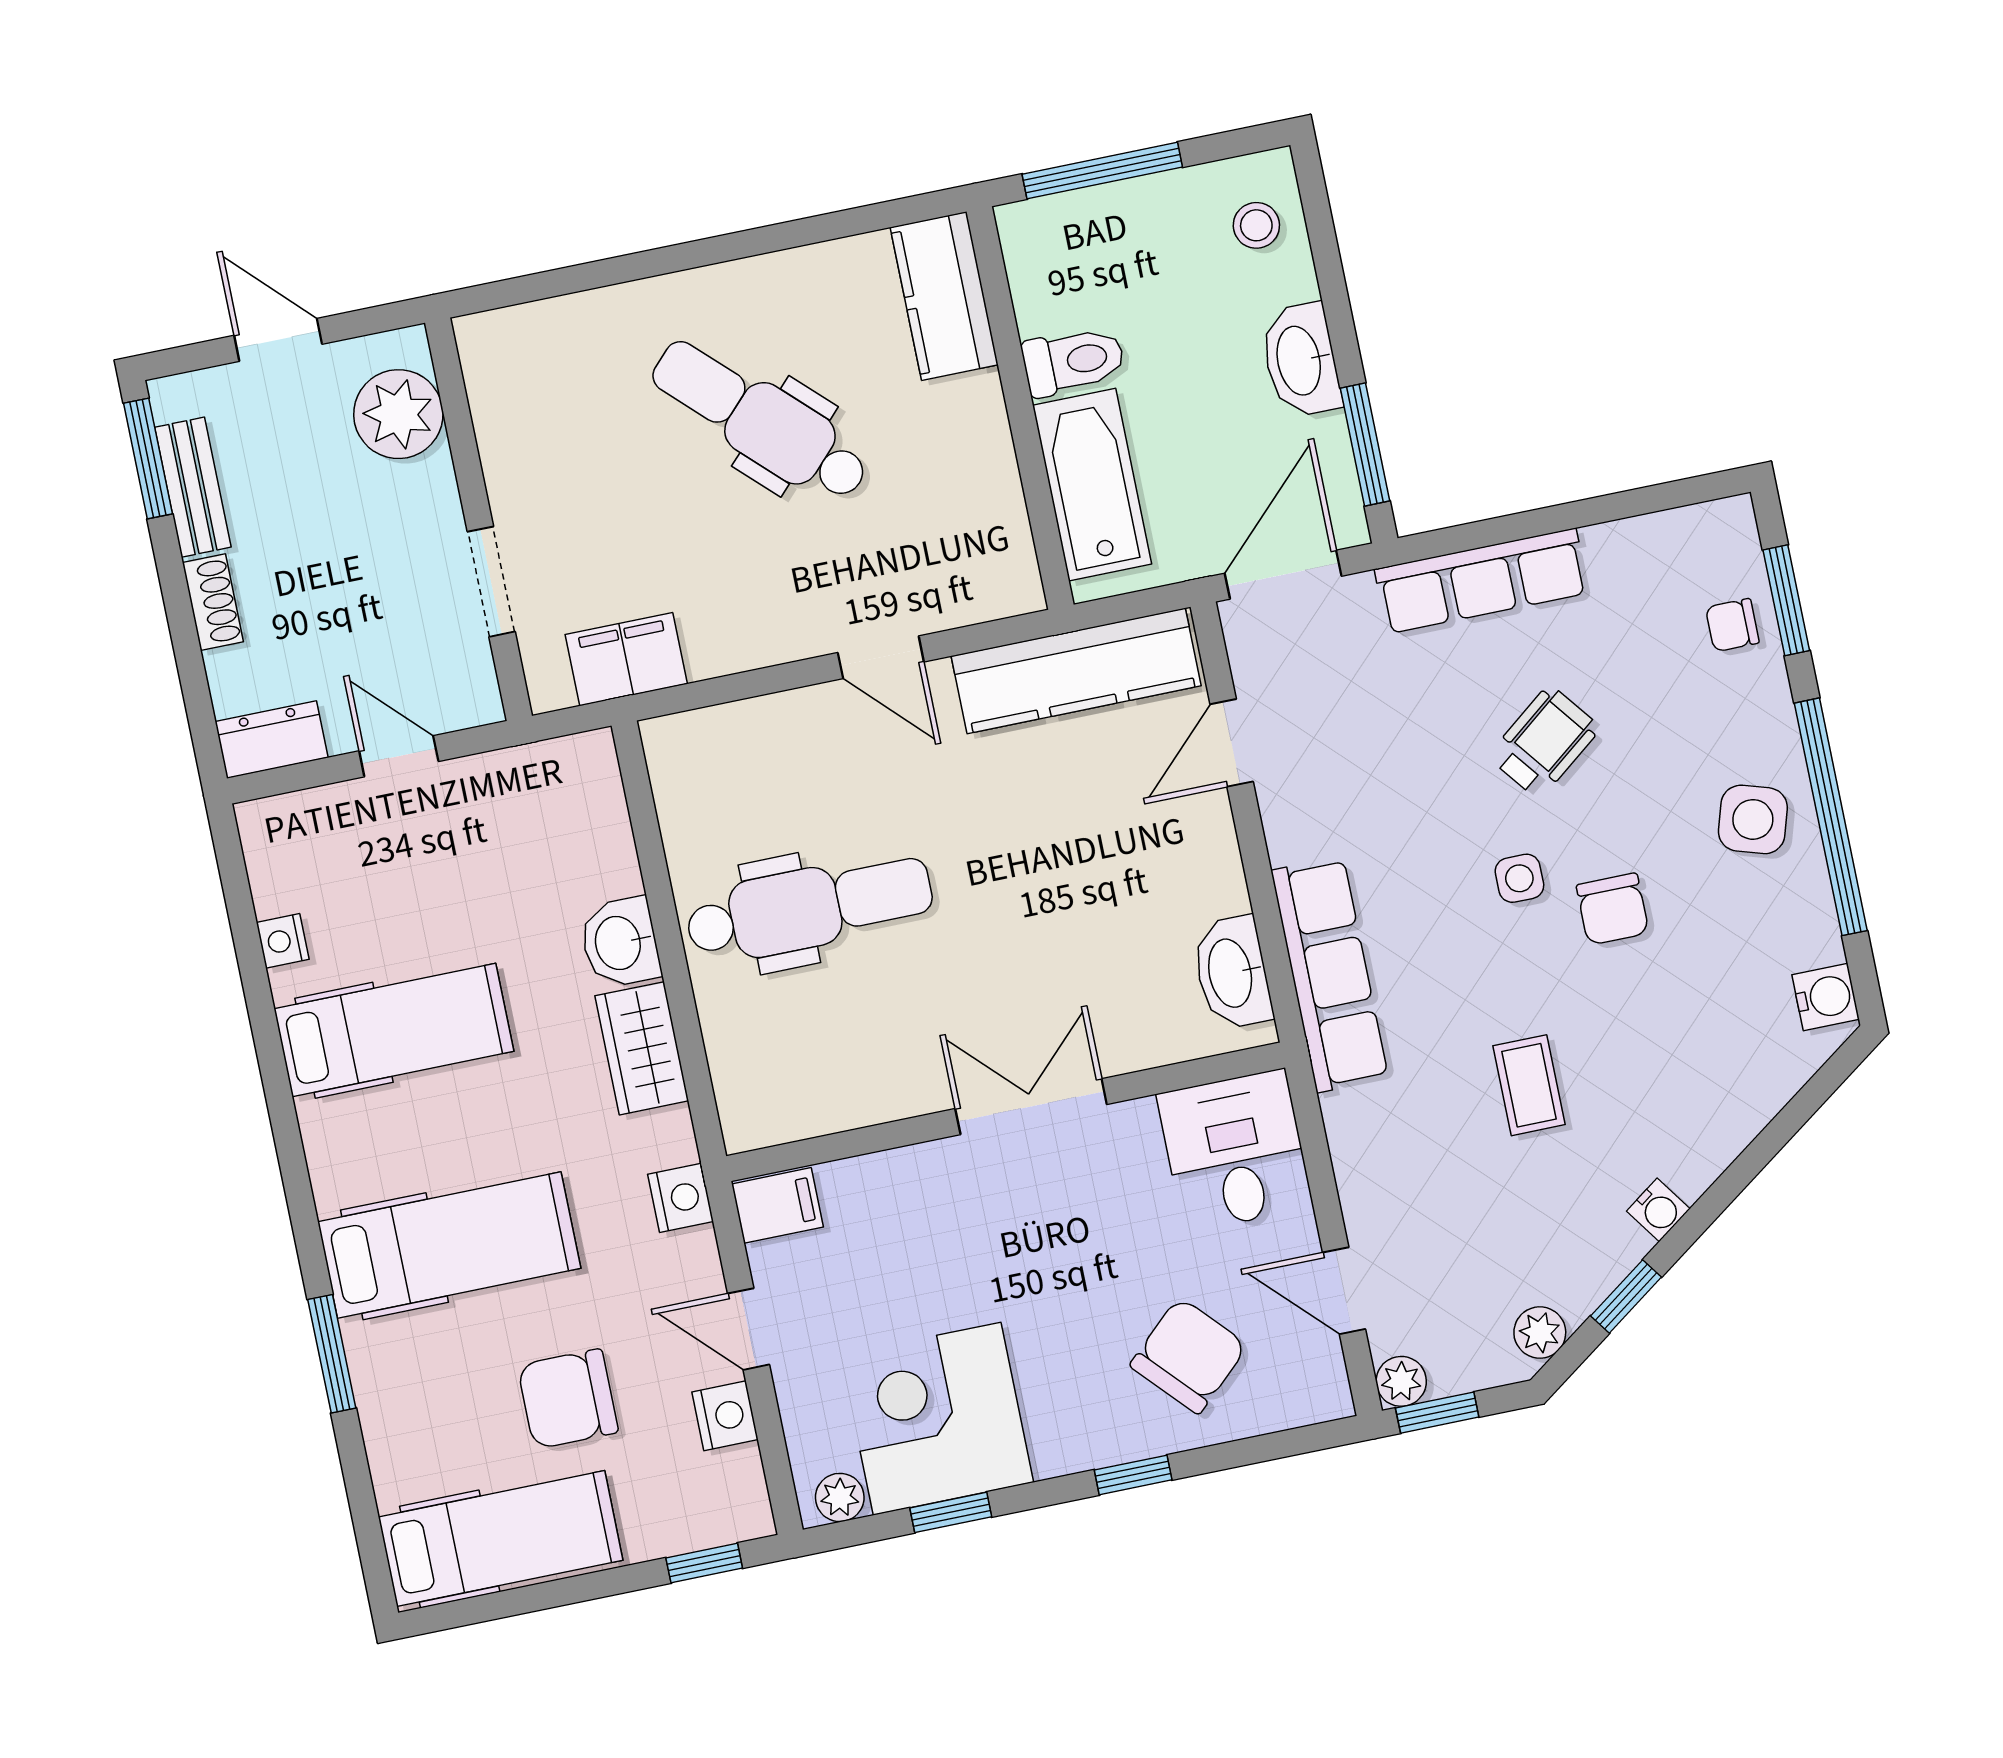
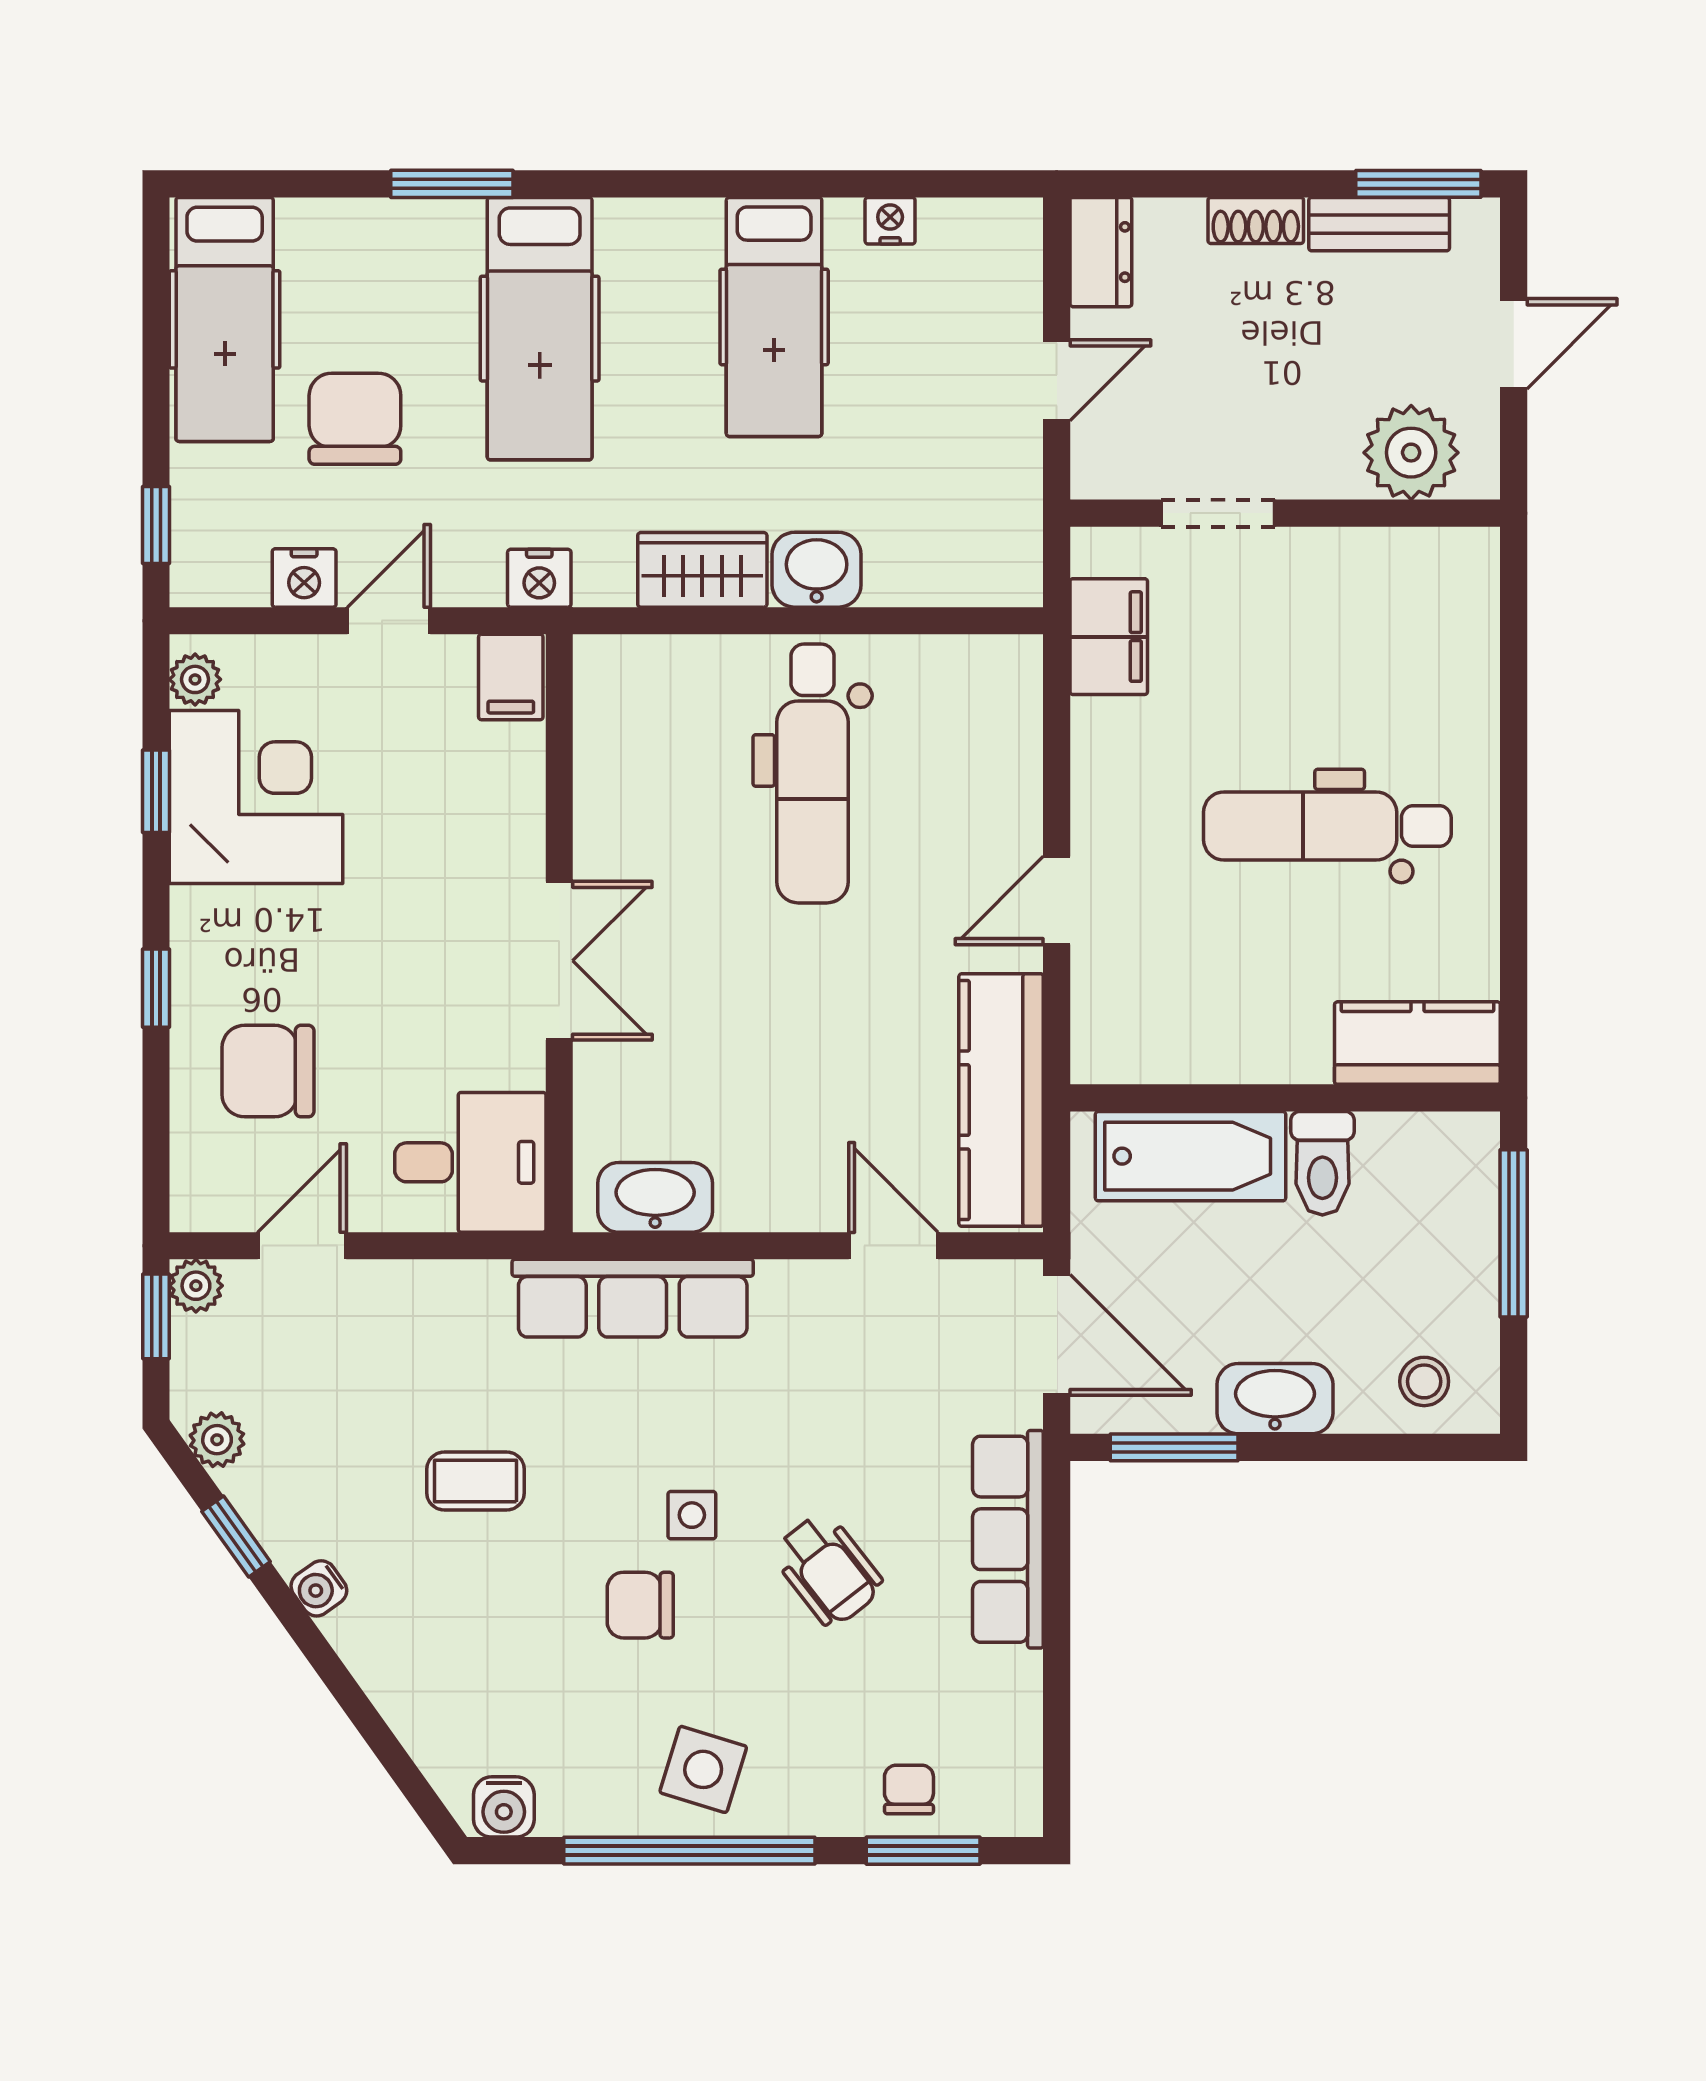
dental chair: (760, 421) -> (1327, 826), turned -134
chair: (1189, 1355) -> (268, 1071), turned 133

